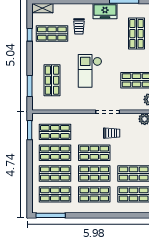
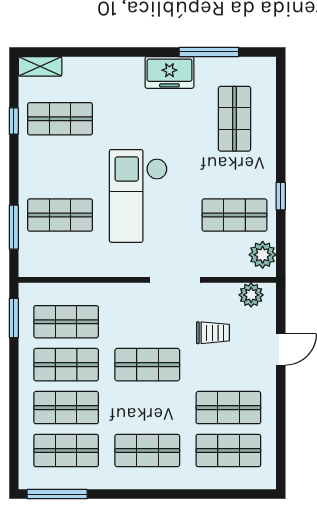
trolley: (79, 26) -> (116, 104), removed
checkout: (90, 71) -> (138, 196), width x1.36, depth x1.21
shop shelf: (52, 80) -> (60, 215), turned 90
trolley: (112, 133) -> (213, 333), moved
shop shelf: (94, 174) -> (147, 408), removed

